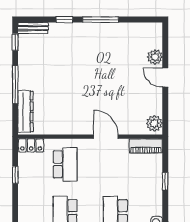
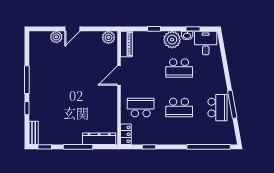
plant: (152, 204) -> (172, 40), added

